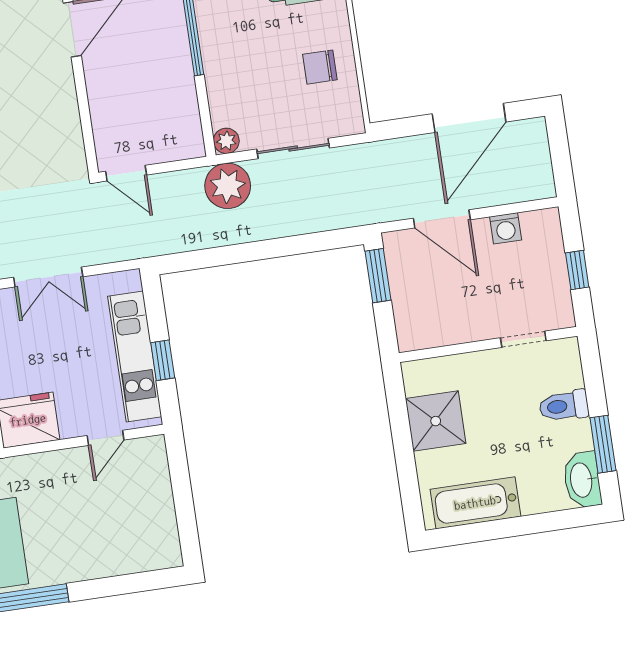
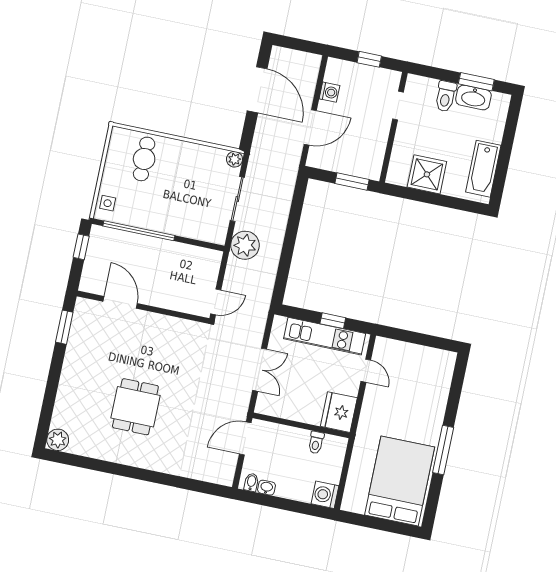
chair: (320, 67) -> (195, 166), removed
plant: (226, 141) -> (235, 159), moved
window: (378, 276) -> (352, 181), moved
washbasin: (582, 480) -> (473, 97), moved

